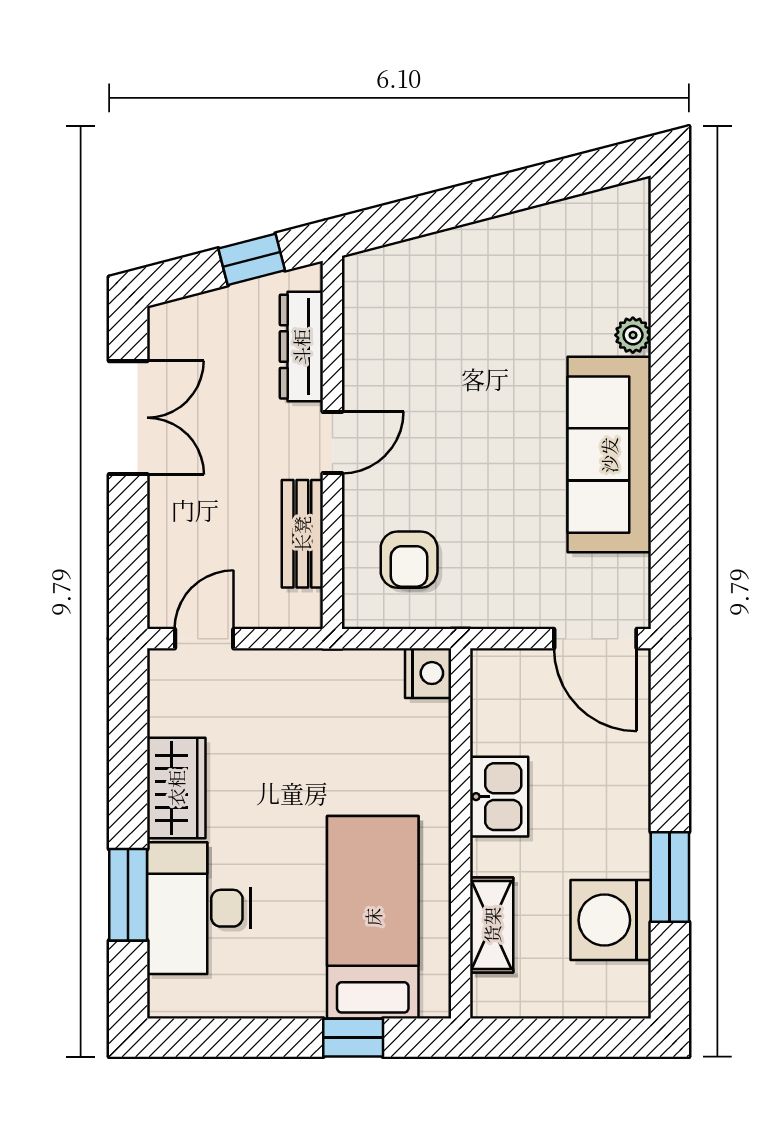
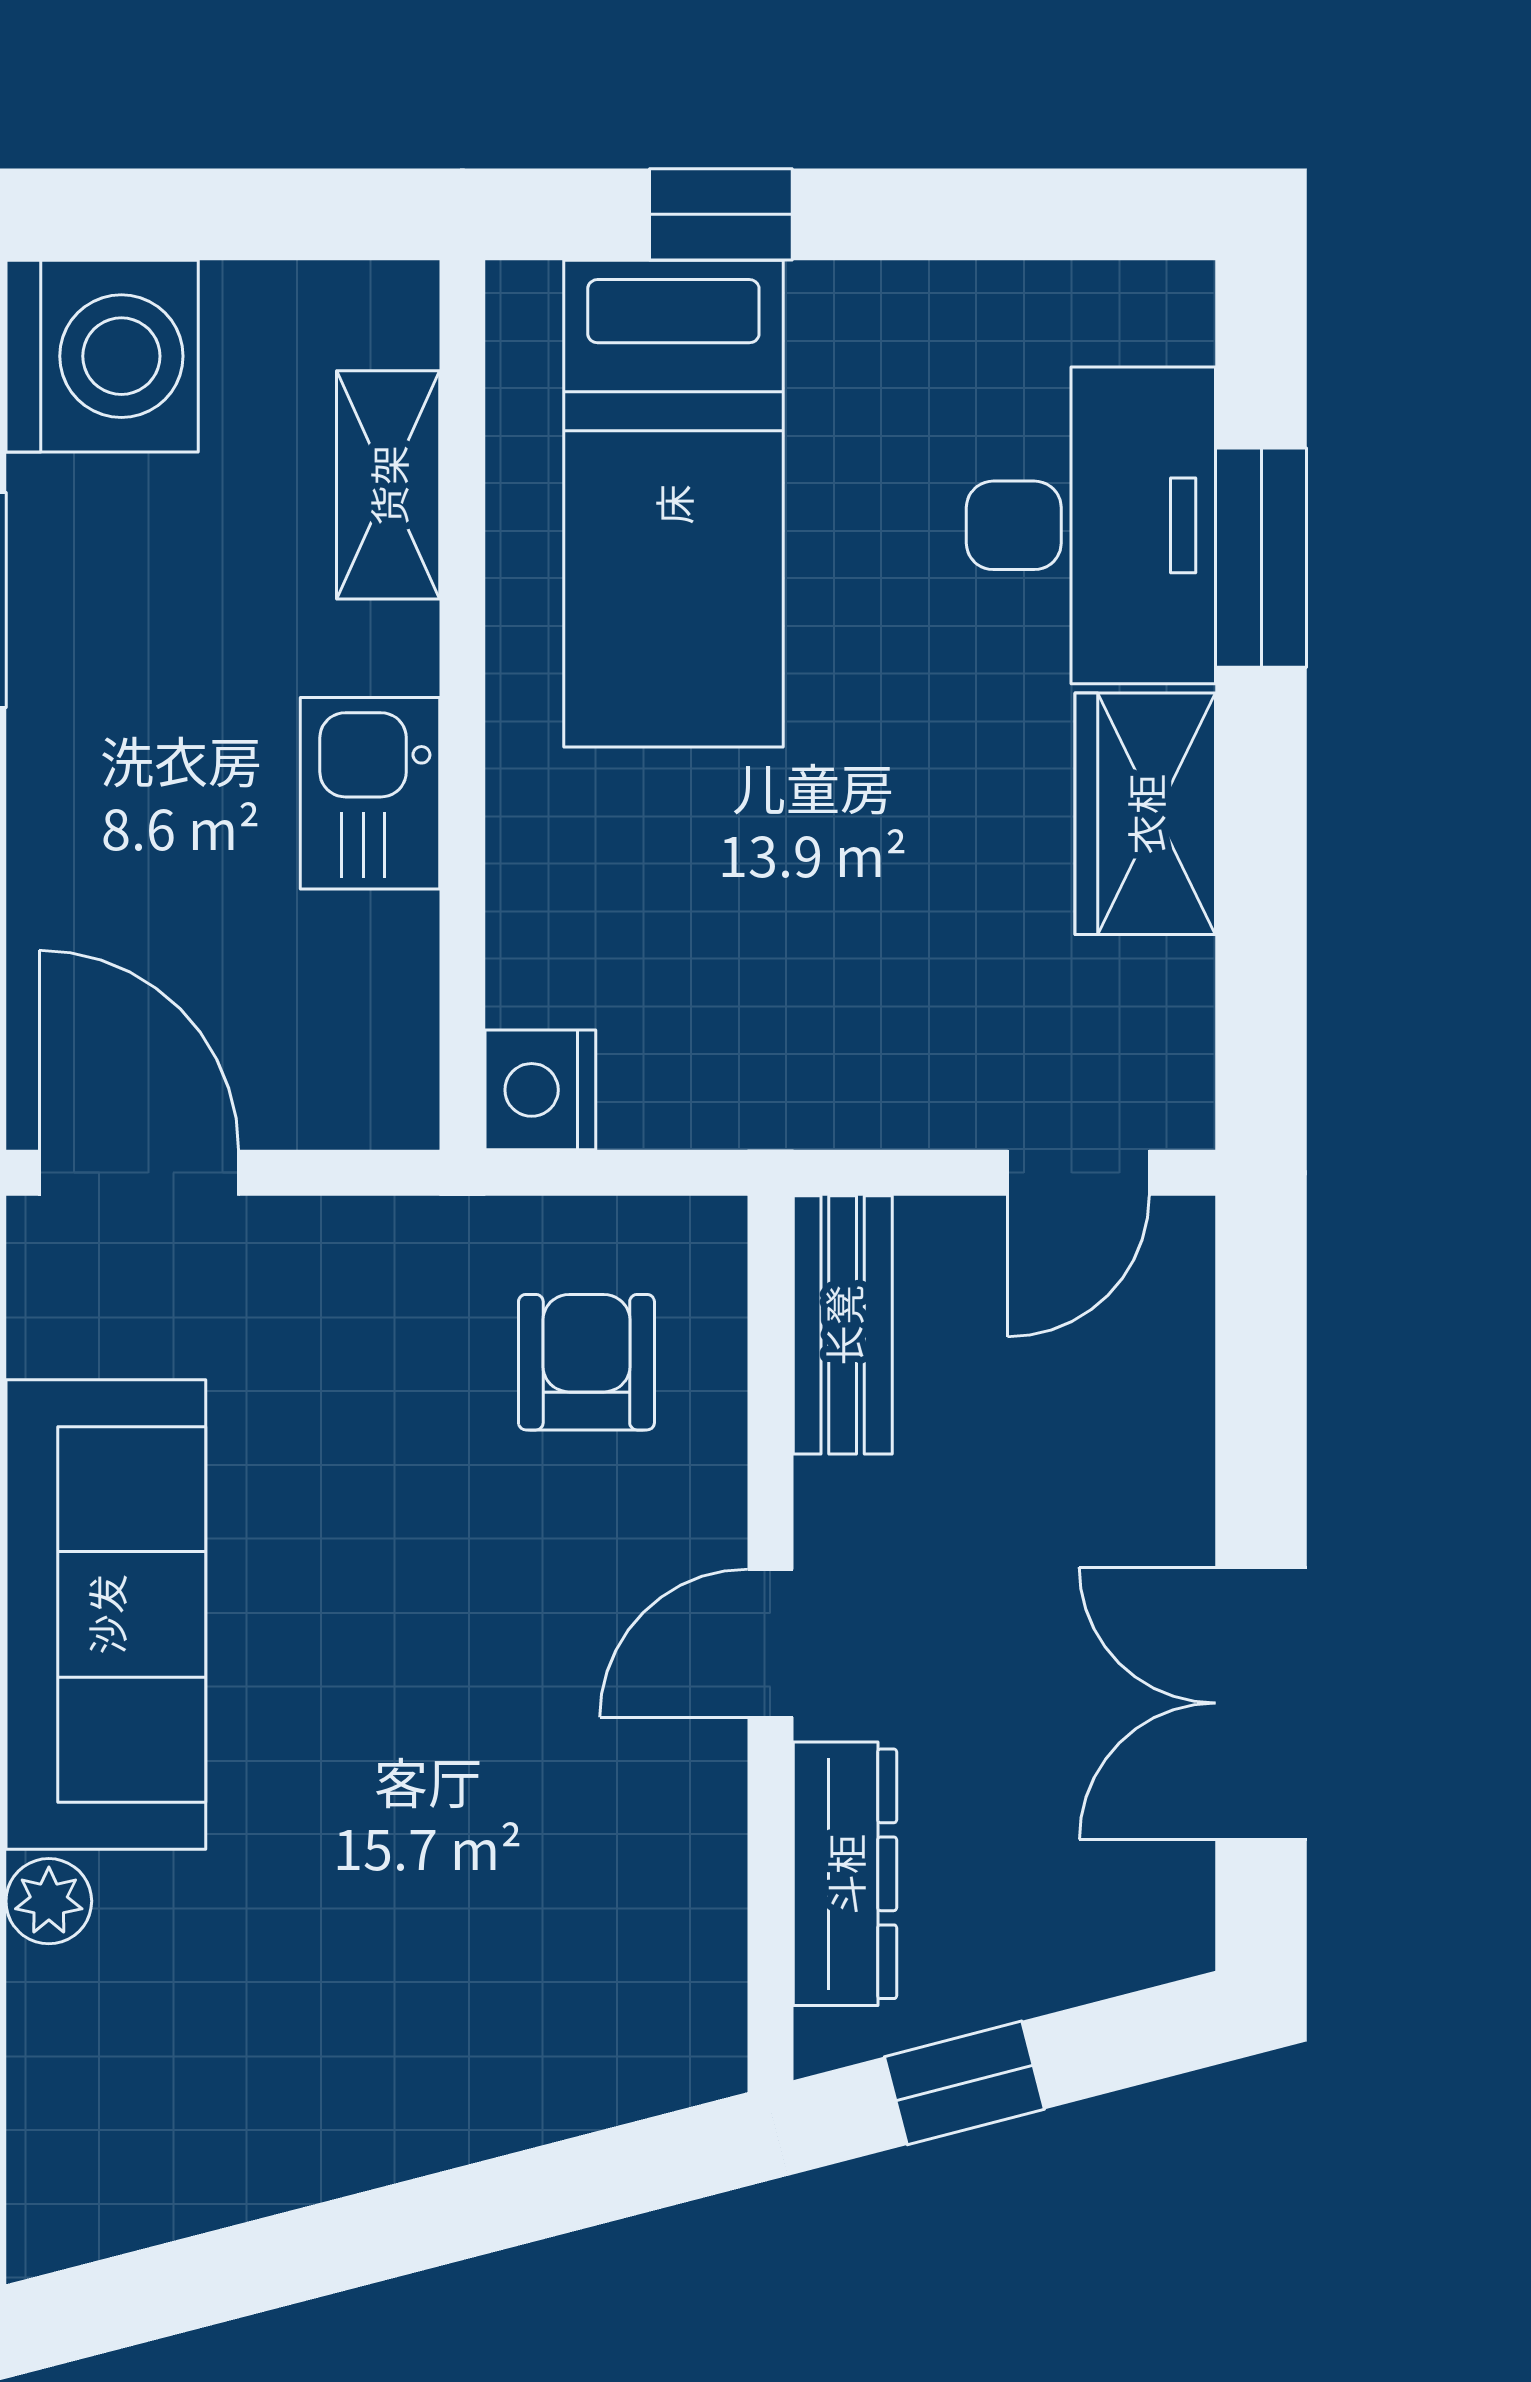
bench: (302, 534) -> (843, 1325), moved
washing machine: (611, 920) -> (102, 356), moved

